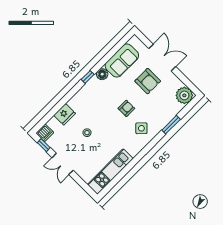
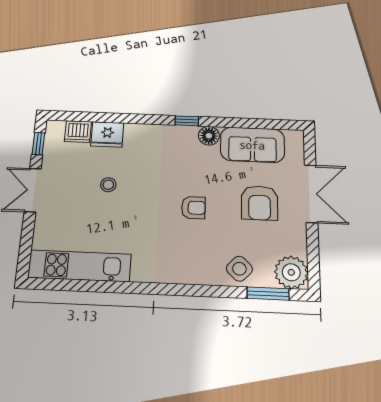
window: (171, 125) -> (268, 294), moved
side table: (141, 128) -> (239, 269), moved
dishwasher: (45, 133) -> (78, 132), moved

